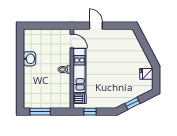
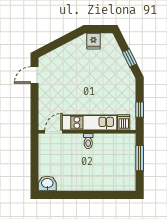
door: (96, 26) -> (35, 75), moved
washbasin: (30, 59) -> (47, 184), moved
window: (40, 112) -> (140, 158), moved

